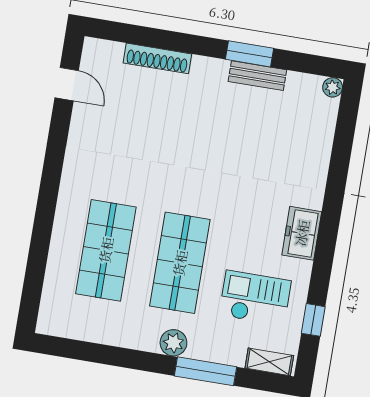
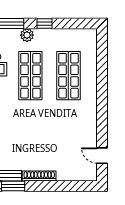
shoe rack: (157, 58) -> (39, 176), moved
window: (136, 360) -> (45, 24), added

